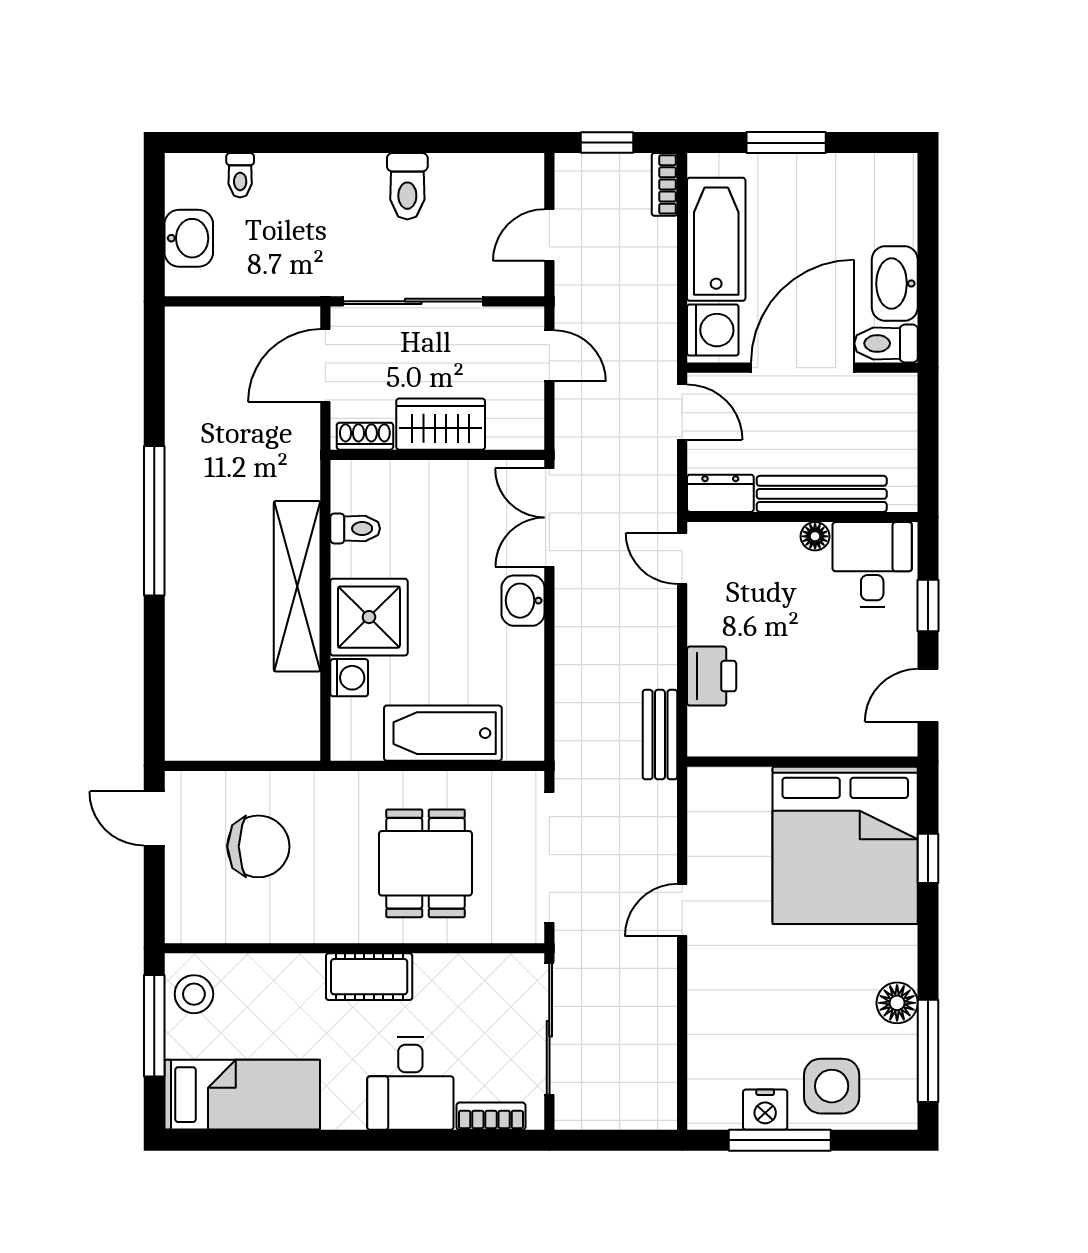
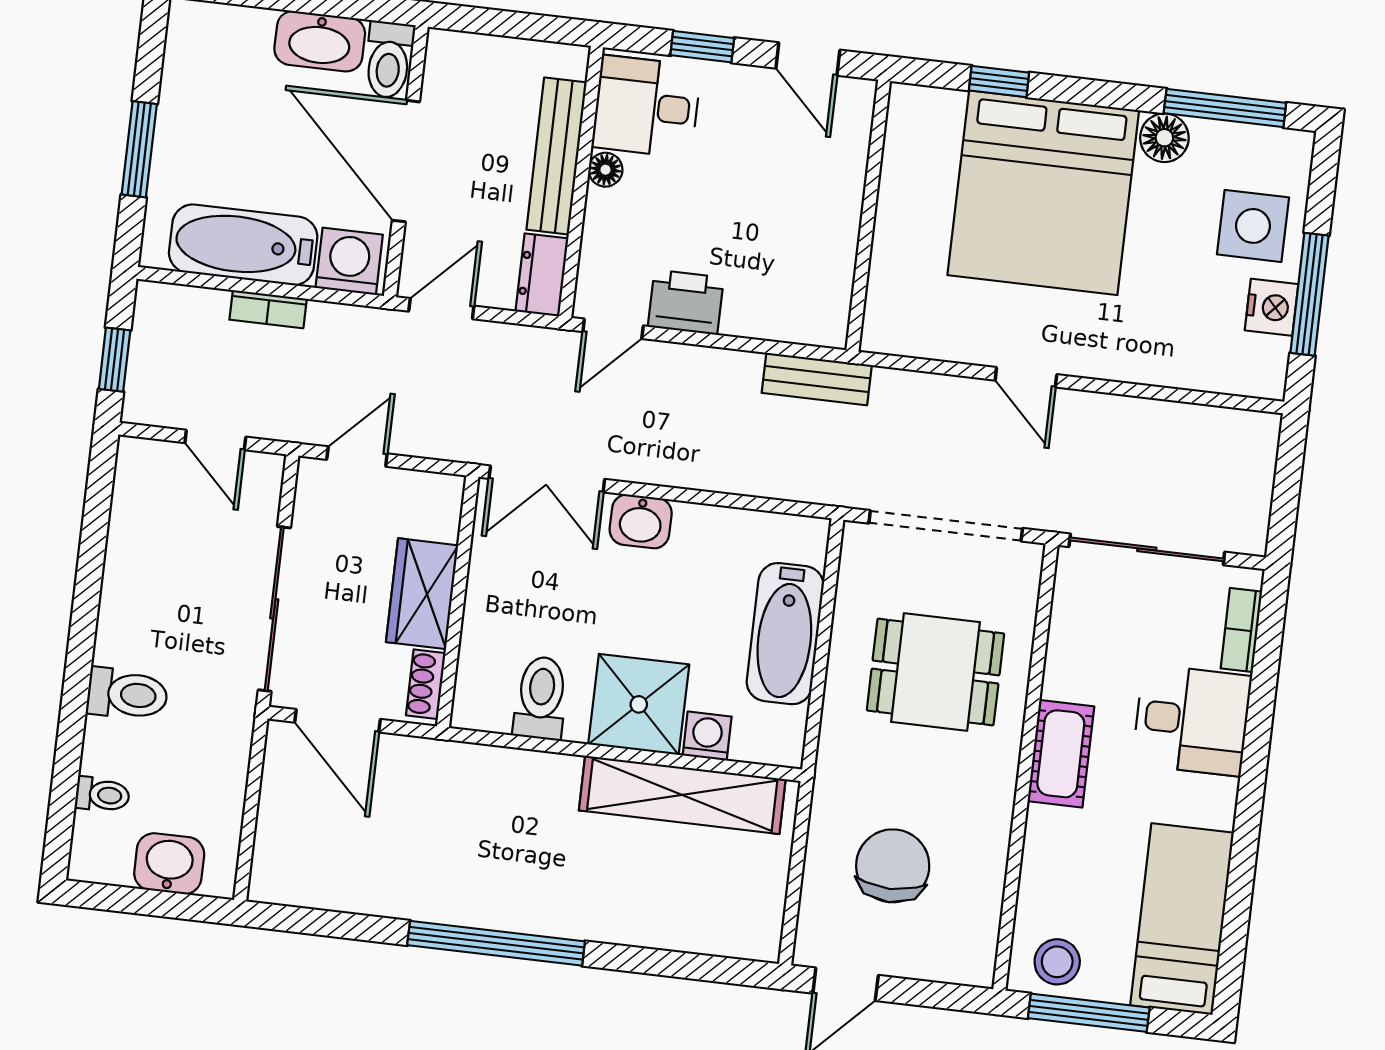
bookcase: (664, 184) -> (268, 309), moved
toilet: (407, 186) -> (127, 694), moved
toilet: (355, 528) -> (541, 698), width x1.37, depth x1.39
shelving: (297, 586) -> (682, 795), moved
printer: (712, 676) -> (686, 302), moved
bed: (845, 845) -> (1043, 193), moved, turned 90

